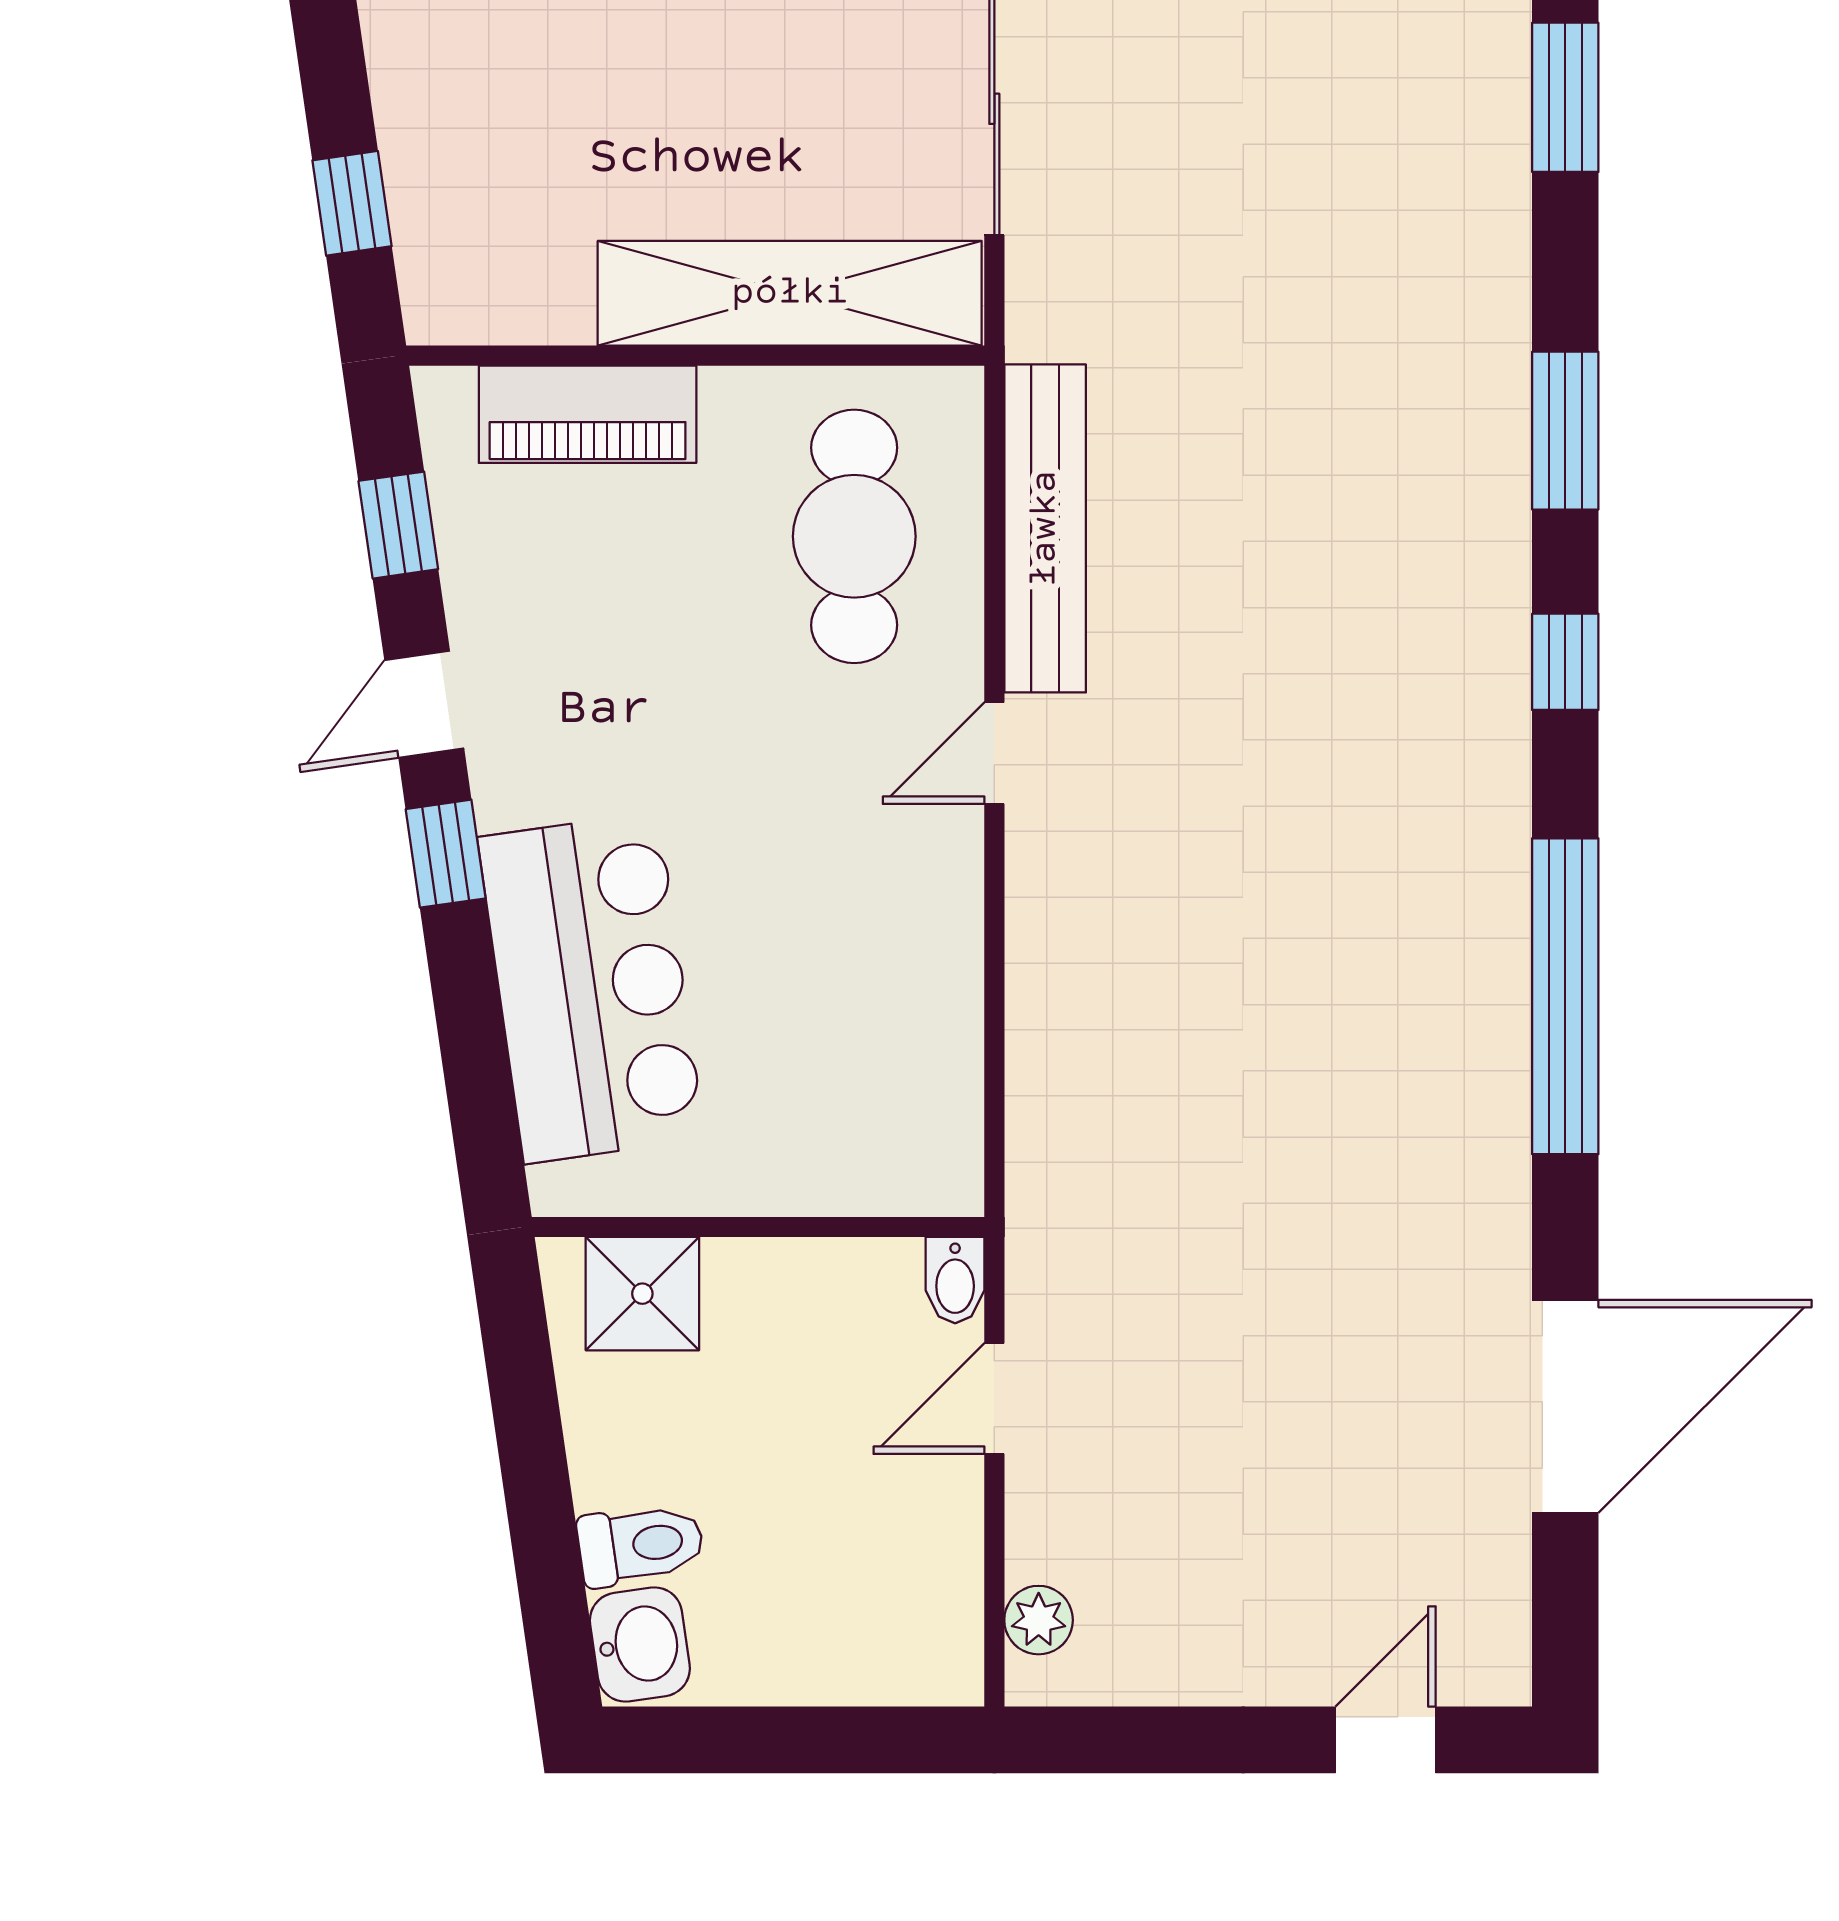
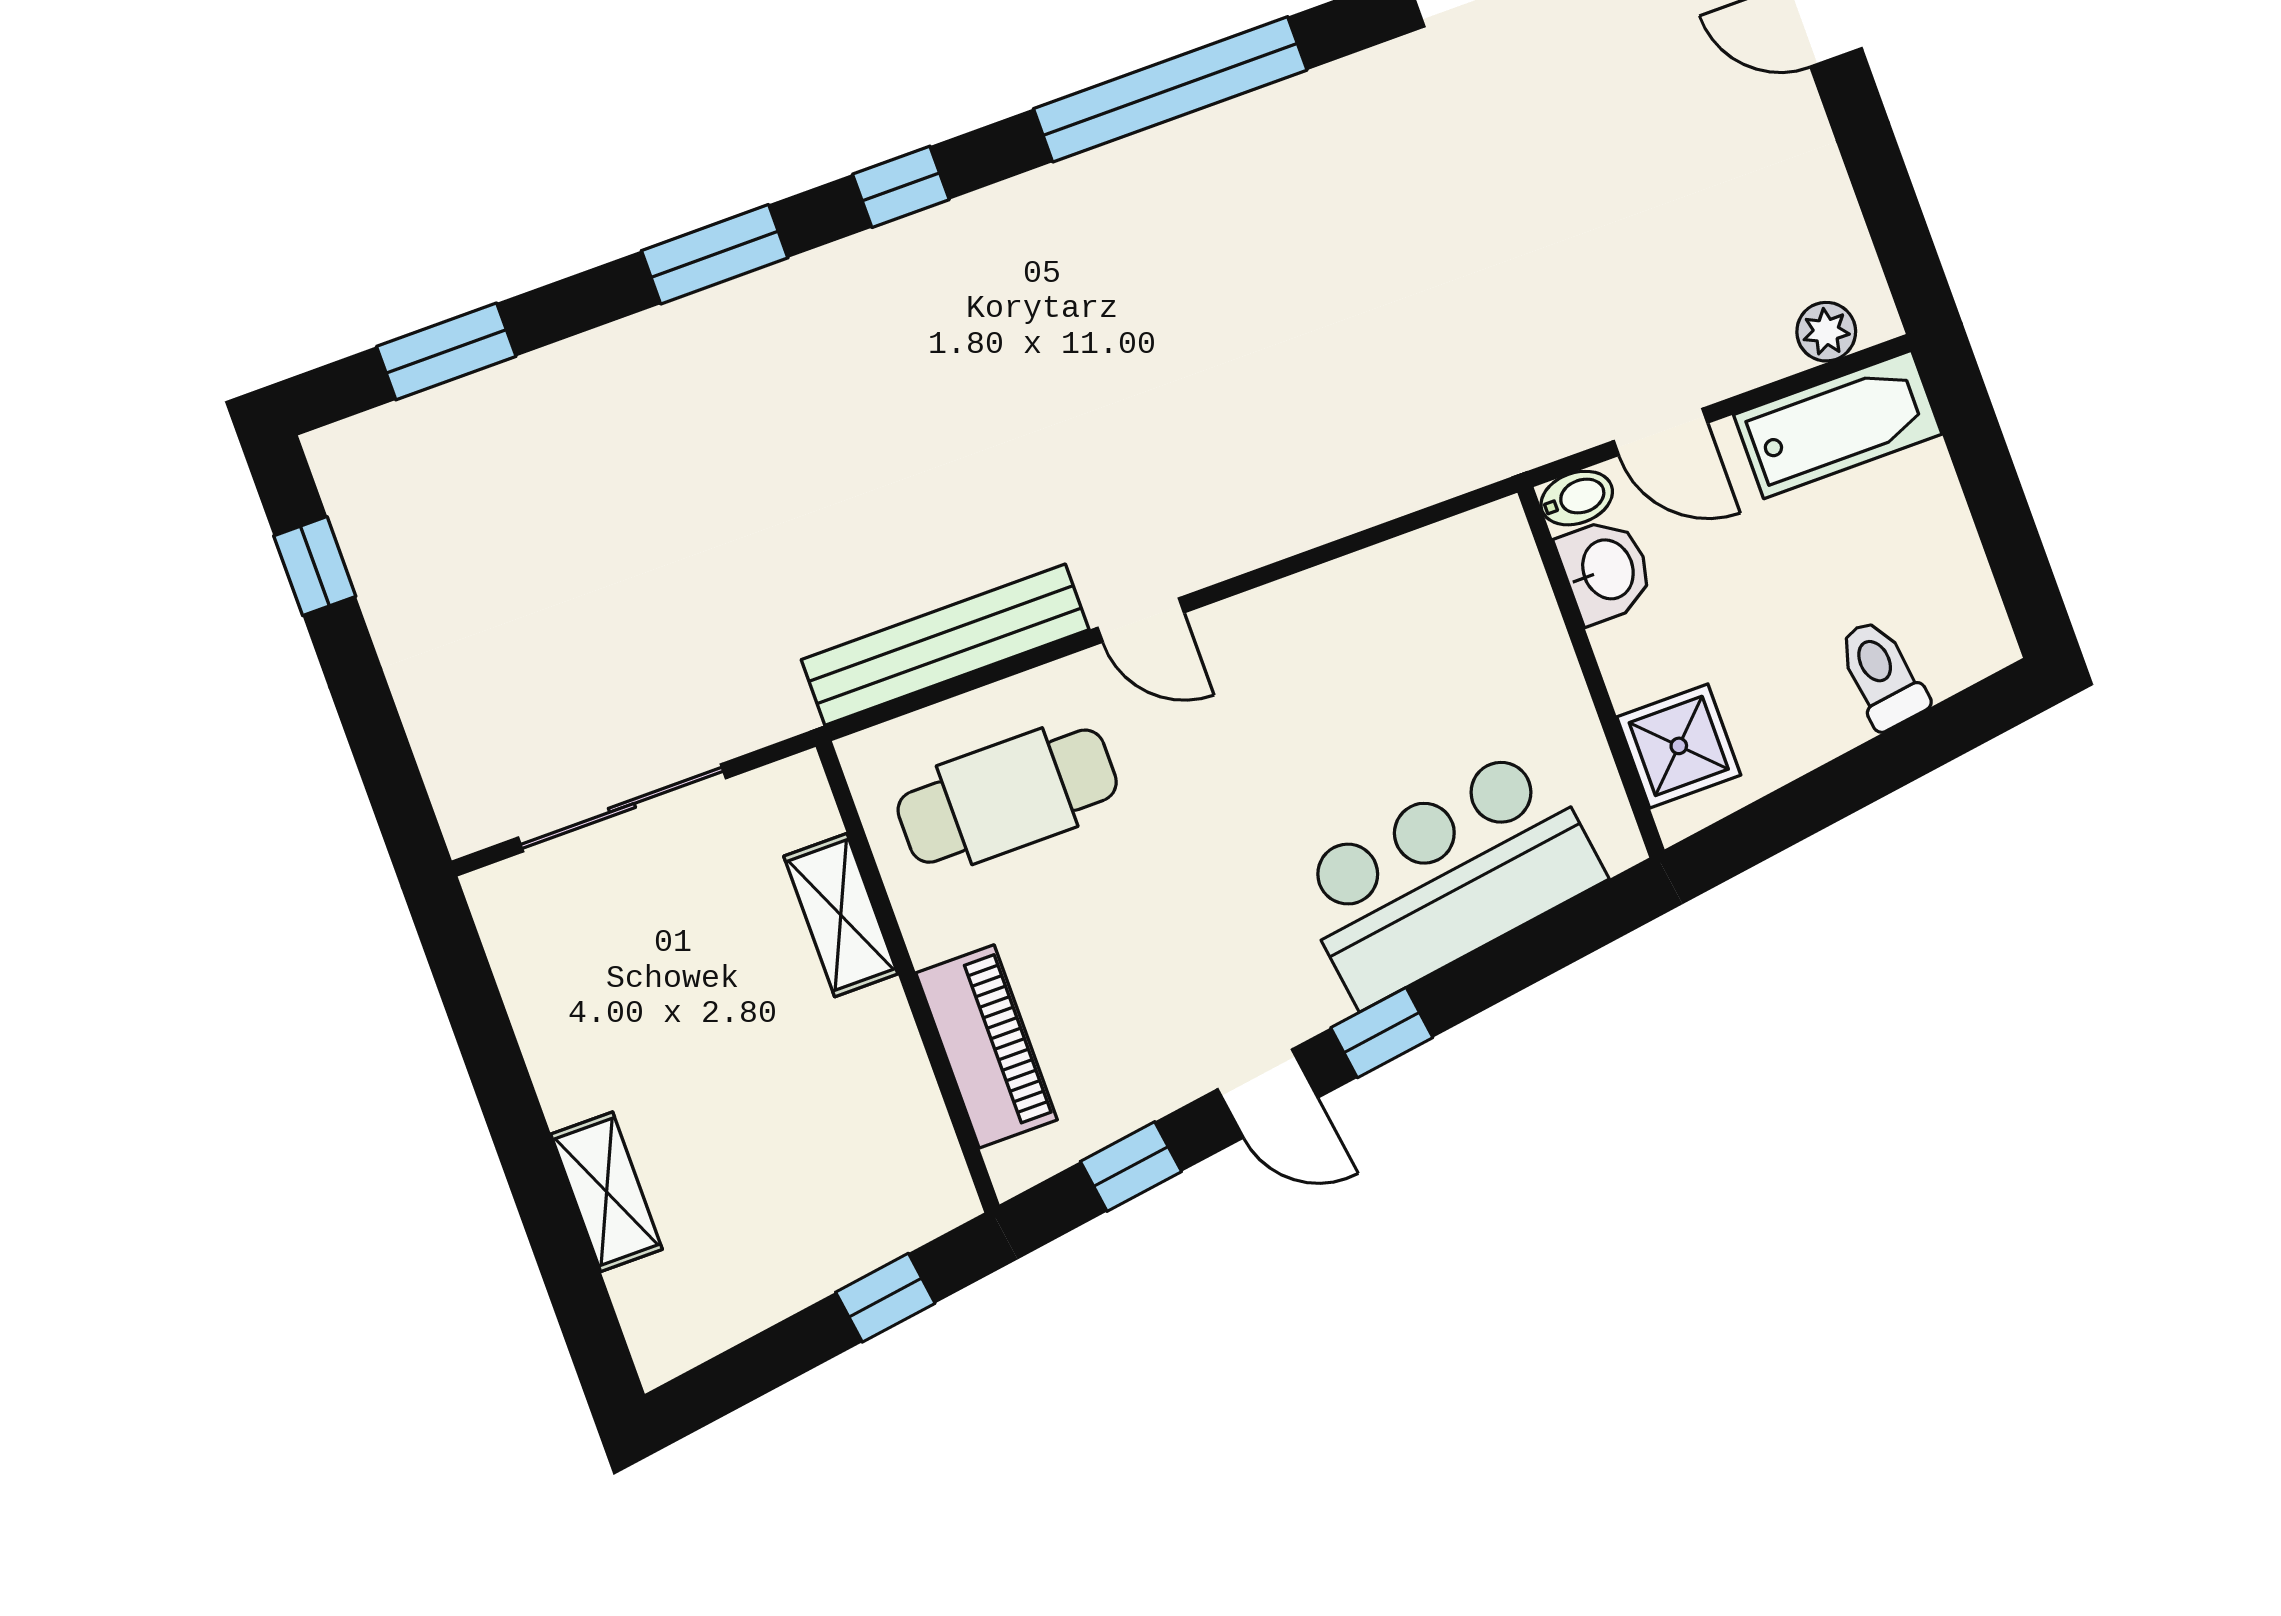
shelving: (790, 293) -> (841, 915), width x0.45, depth x0.75
bathtub: (932, 1596) -> (1838, 424), added
washbasin: (640, 1644) -> (1606, 570), moved, turned 98

